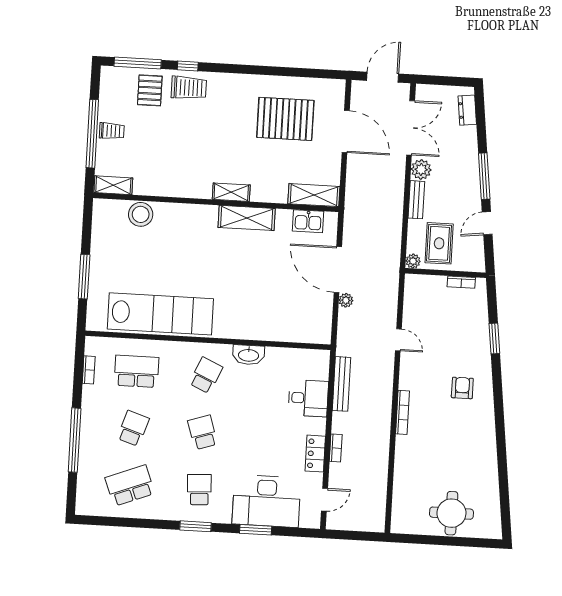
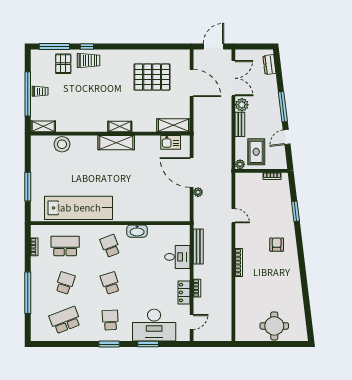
shelving: (247, 218) -> (116, 143), moved
school desk: (206, 375) -> (110, 246), turned -45

